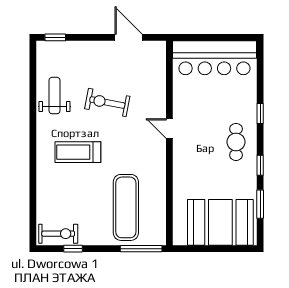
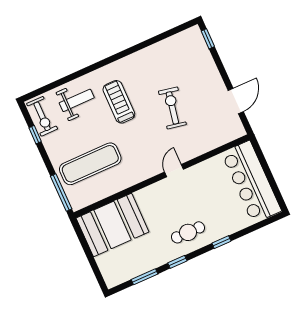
weight bench: (55, 96) -> (77, 100), moved
booth: (220, 222) -> (112, 225), moved, turned 90

